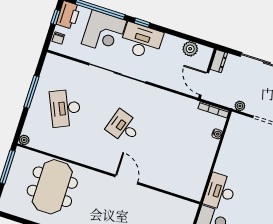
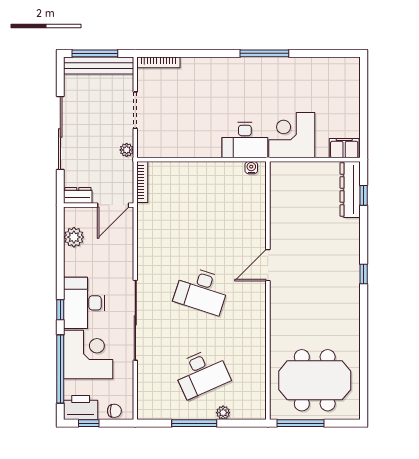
desk: (124, 127) -> (202, 291), width x1.37
water cooler: (217, 134) -> (251, 168), moved
plant: (24, 140) -> (223, 413), moved
meeting table: (52, 187) -> (315, 380), moved

